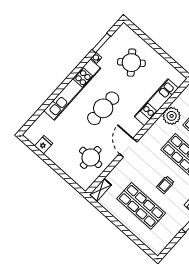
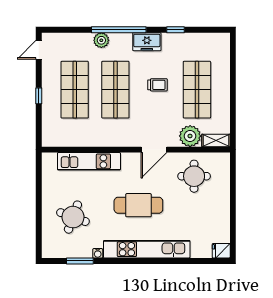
round table: (131, 63) -> (73, 217), turned -32
plant: (172, 116) -> (190, 136), moved
fridge: (44, 145) -> (221, 251), moved

